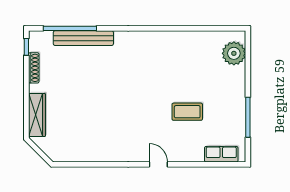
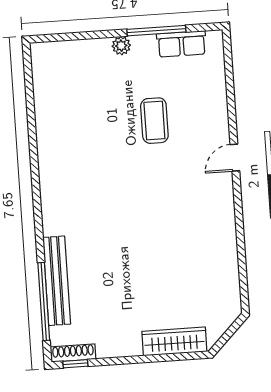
plant: (234, 53) -> (121, 46), moved, width x0.53, depth x0.53
shoe rack: (34, 68) -> (73, 353), moved
row of seats: (221, 154) -> (182, 44), moved, turned -90

